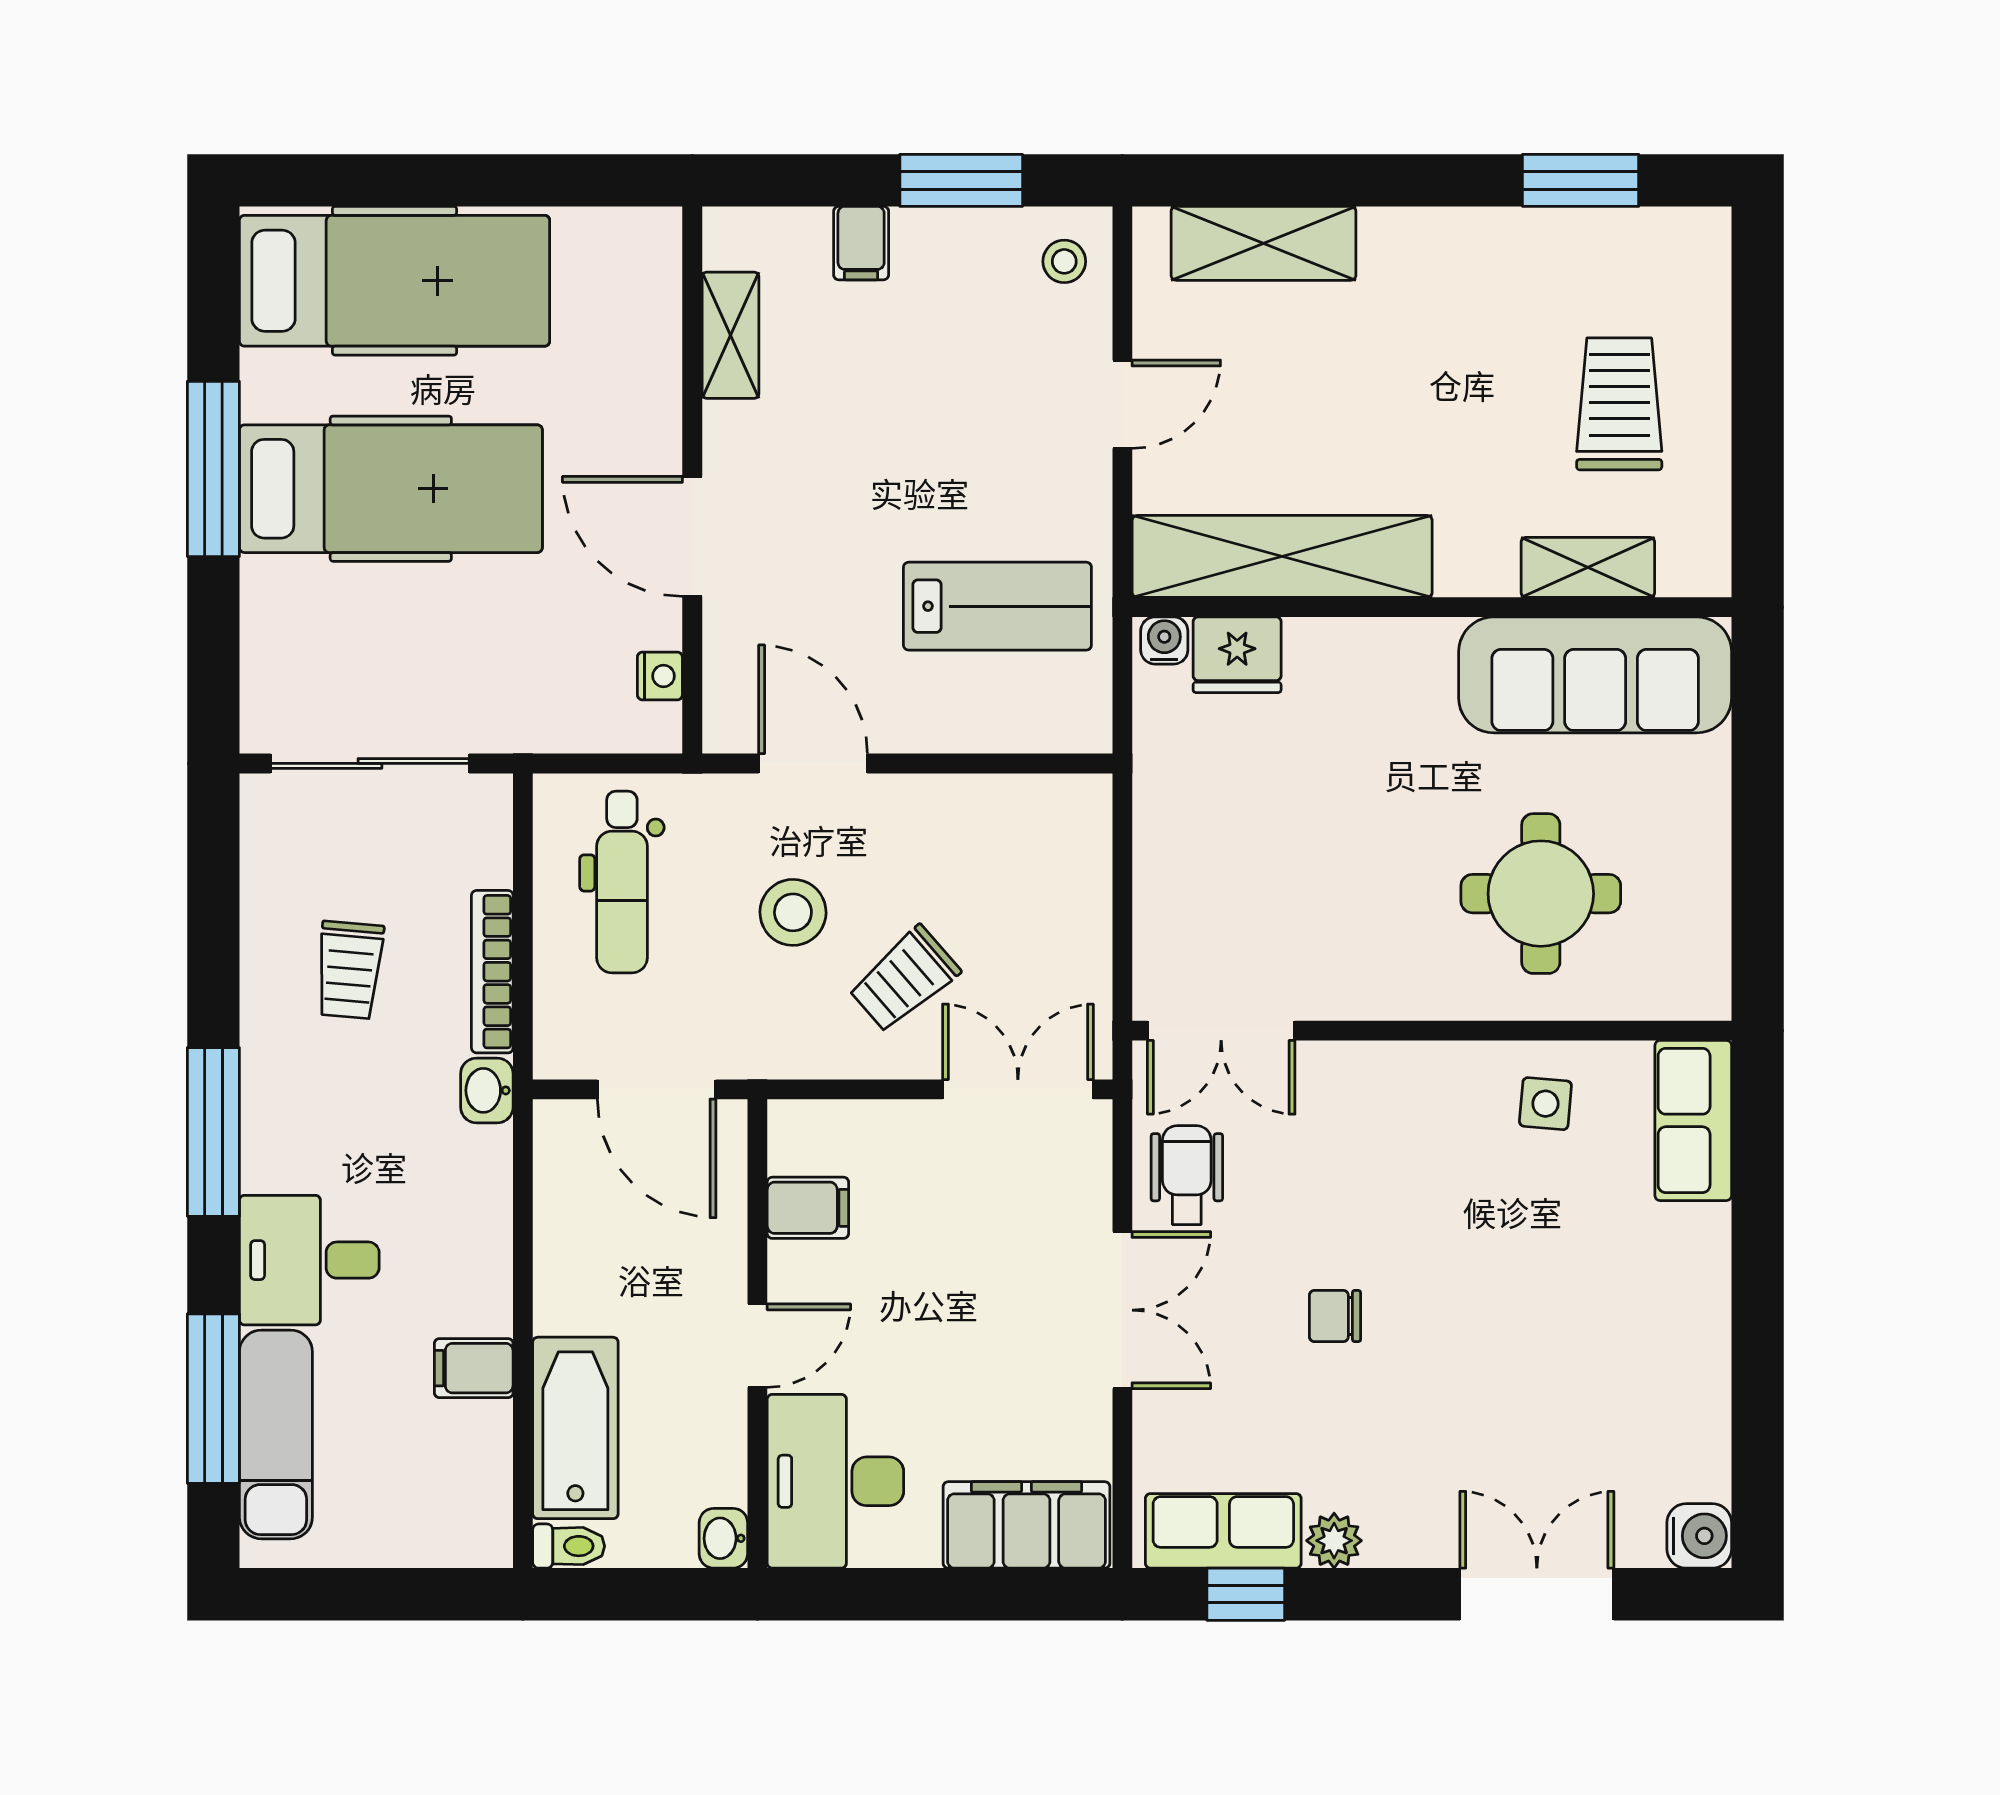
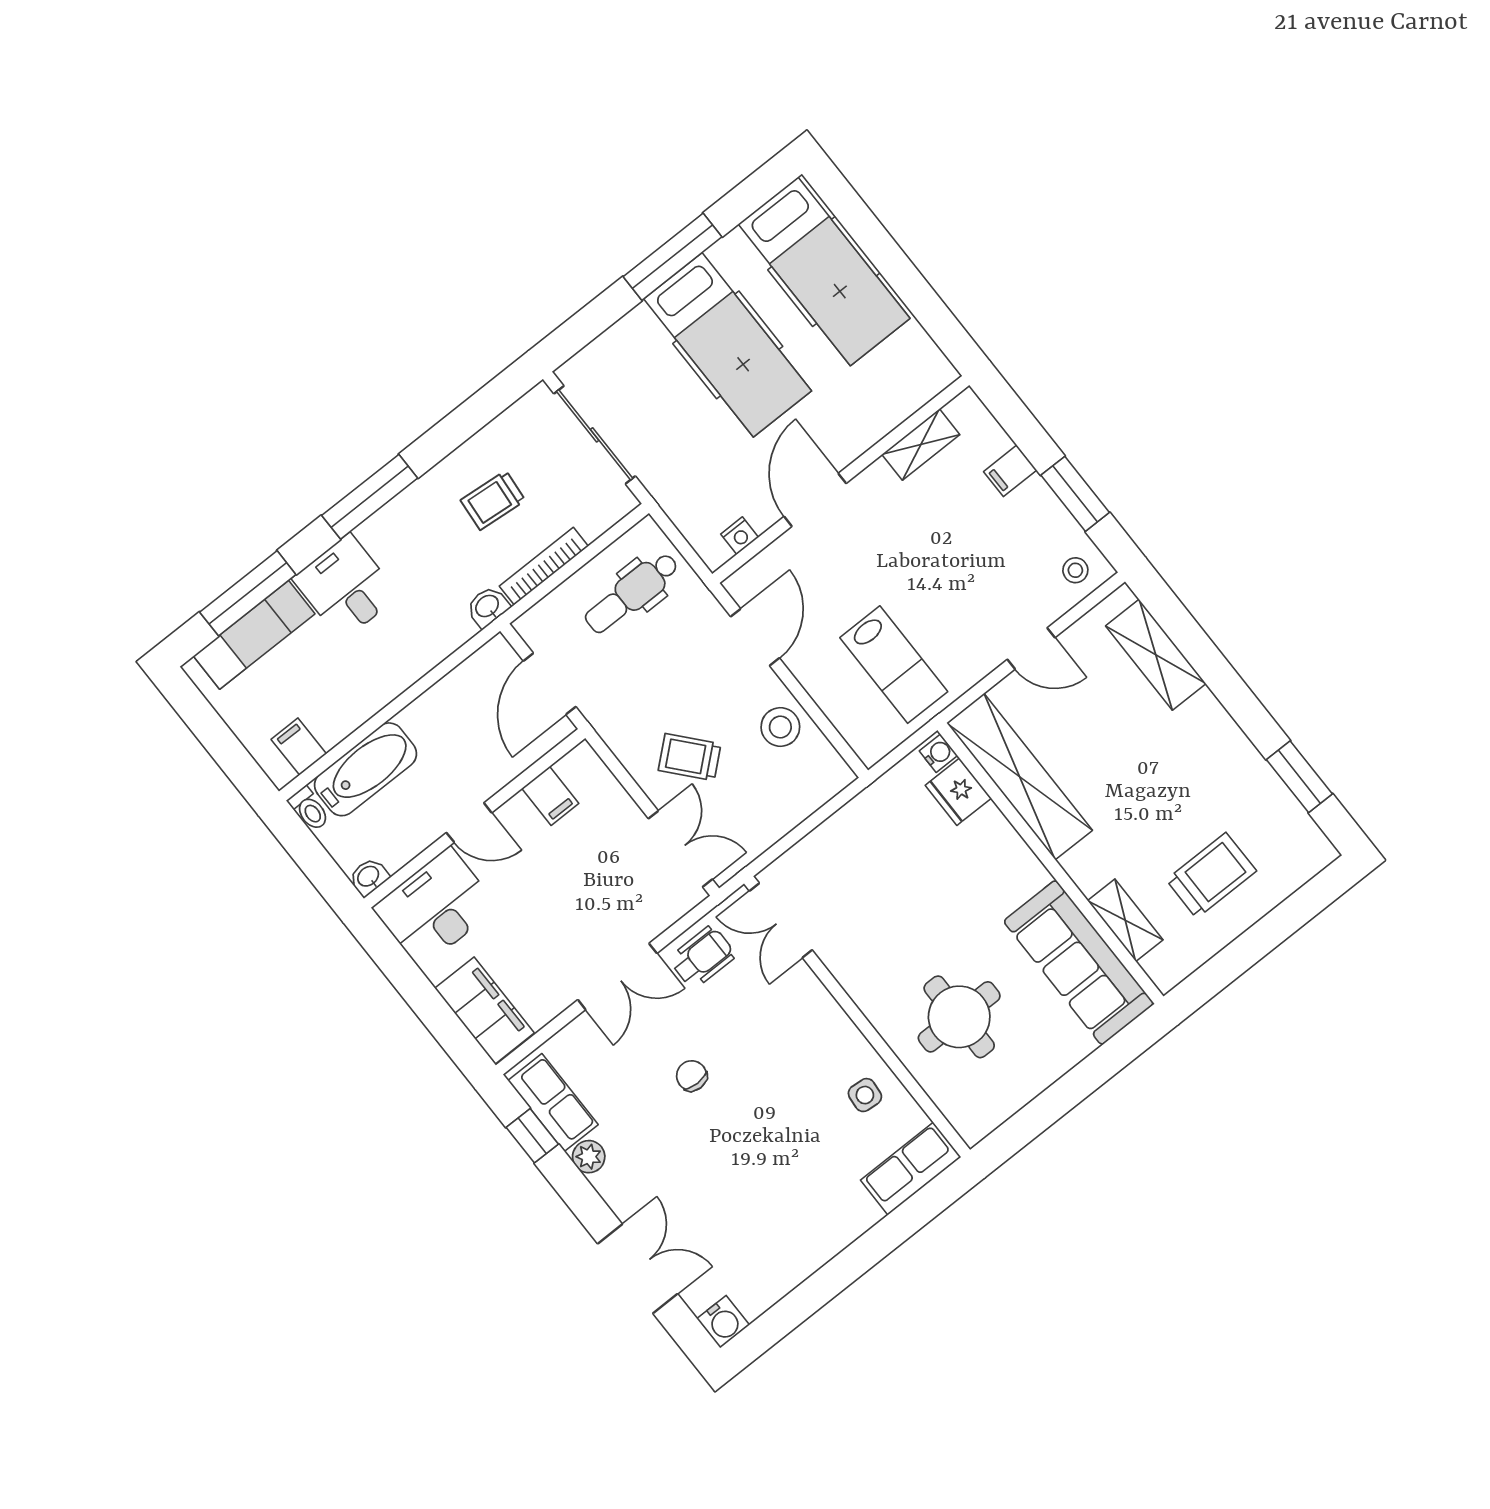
stool: (793, 912) -> (780, 727), moved
filing cabinet: (474, 1368) -> (299, 747), moved

